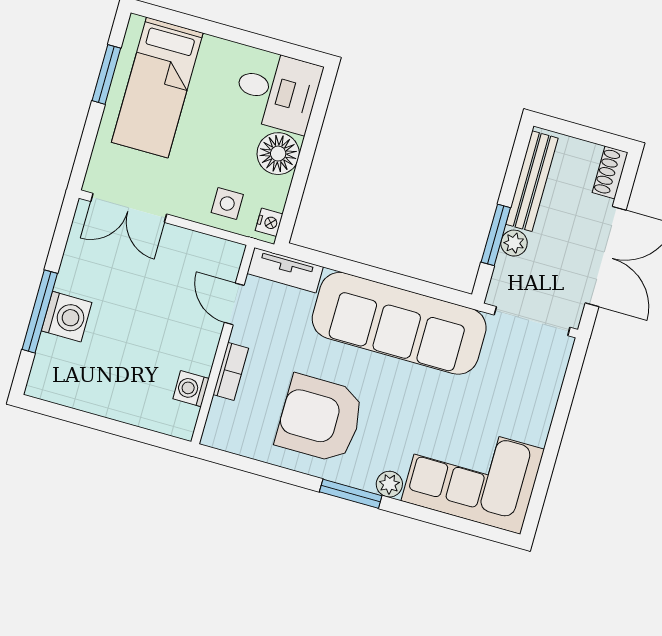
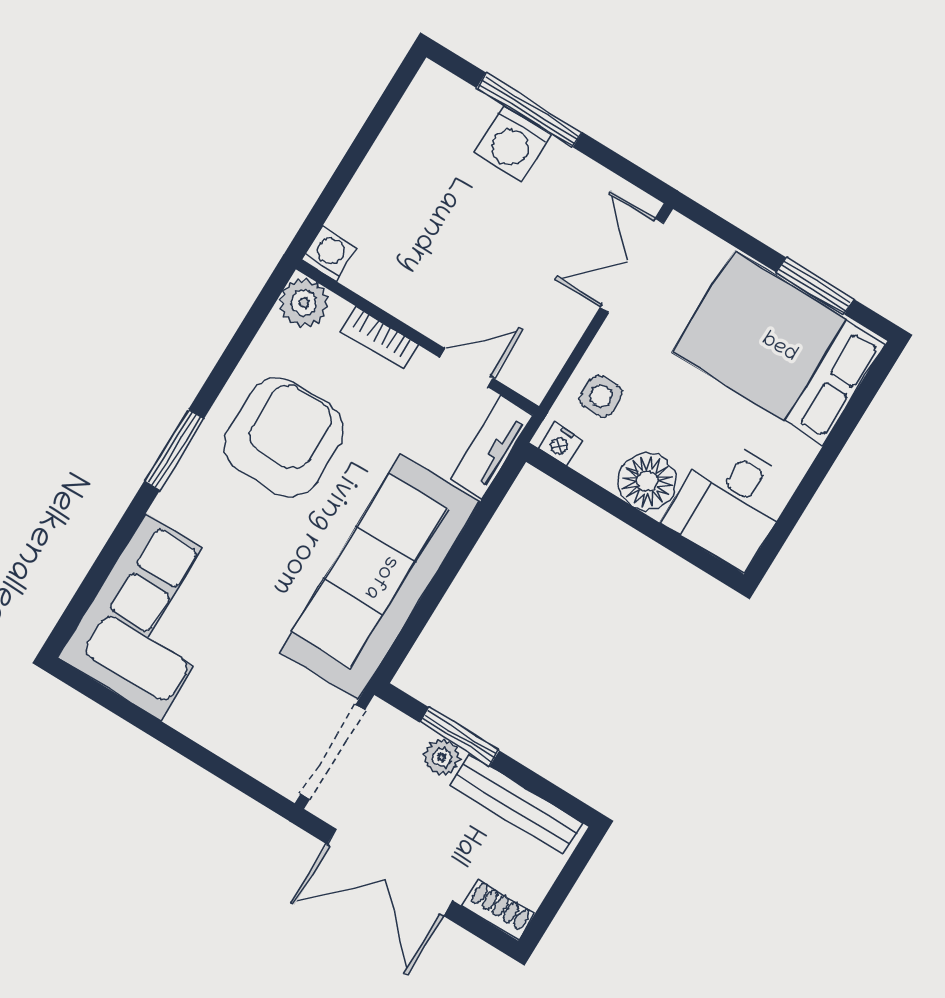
bed: (157, 88) -> (779, 348), width x1.50
washing machine: (191, 389) -> (329, 253), moved
plant: (389, 484) -> (304, 303), moved, width x1.38, depth x1.38

